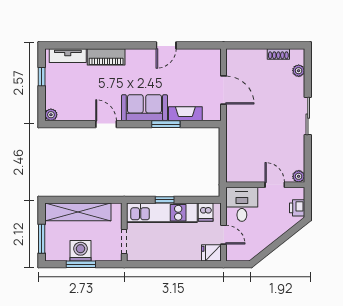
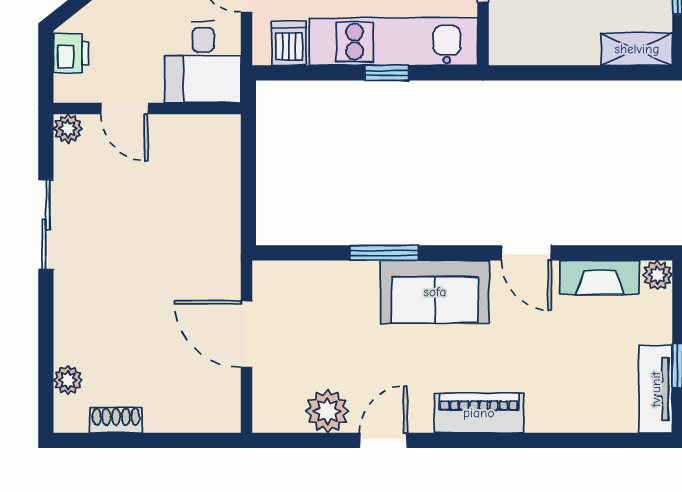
tv unit: (68, 56) -> (656, 389), moved, turned -90
piano: (106, 57) -> (479, 413), moved
plant: (190, 58) -> (327, 411), added
fireplace: (185, 114) -> (600, 277), moved
sliding door: (308, 116) -> (46, 225), moved
shelving: (78, 212) -> (637, 49), width x0.45, depth x0.75

